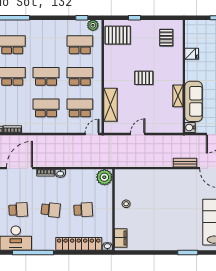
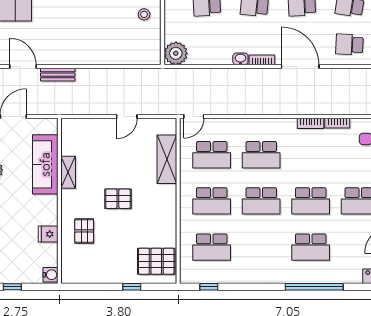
plant: (93, 25) -> (193, 276), removed
pallet: (166, 38) -> (84, 231), moved
water cooler: (190, 128) -> (50, 275), moved
door: (19, 168) -> (300, 67), swing flipped

